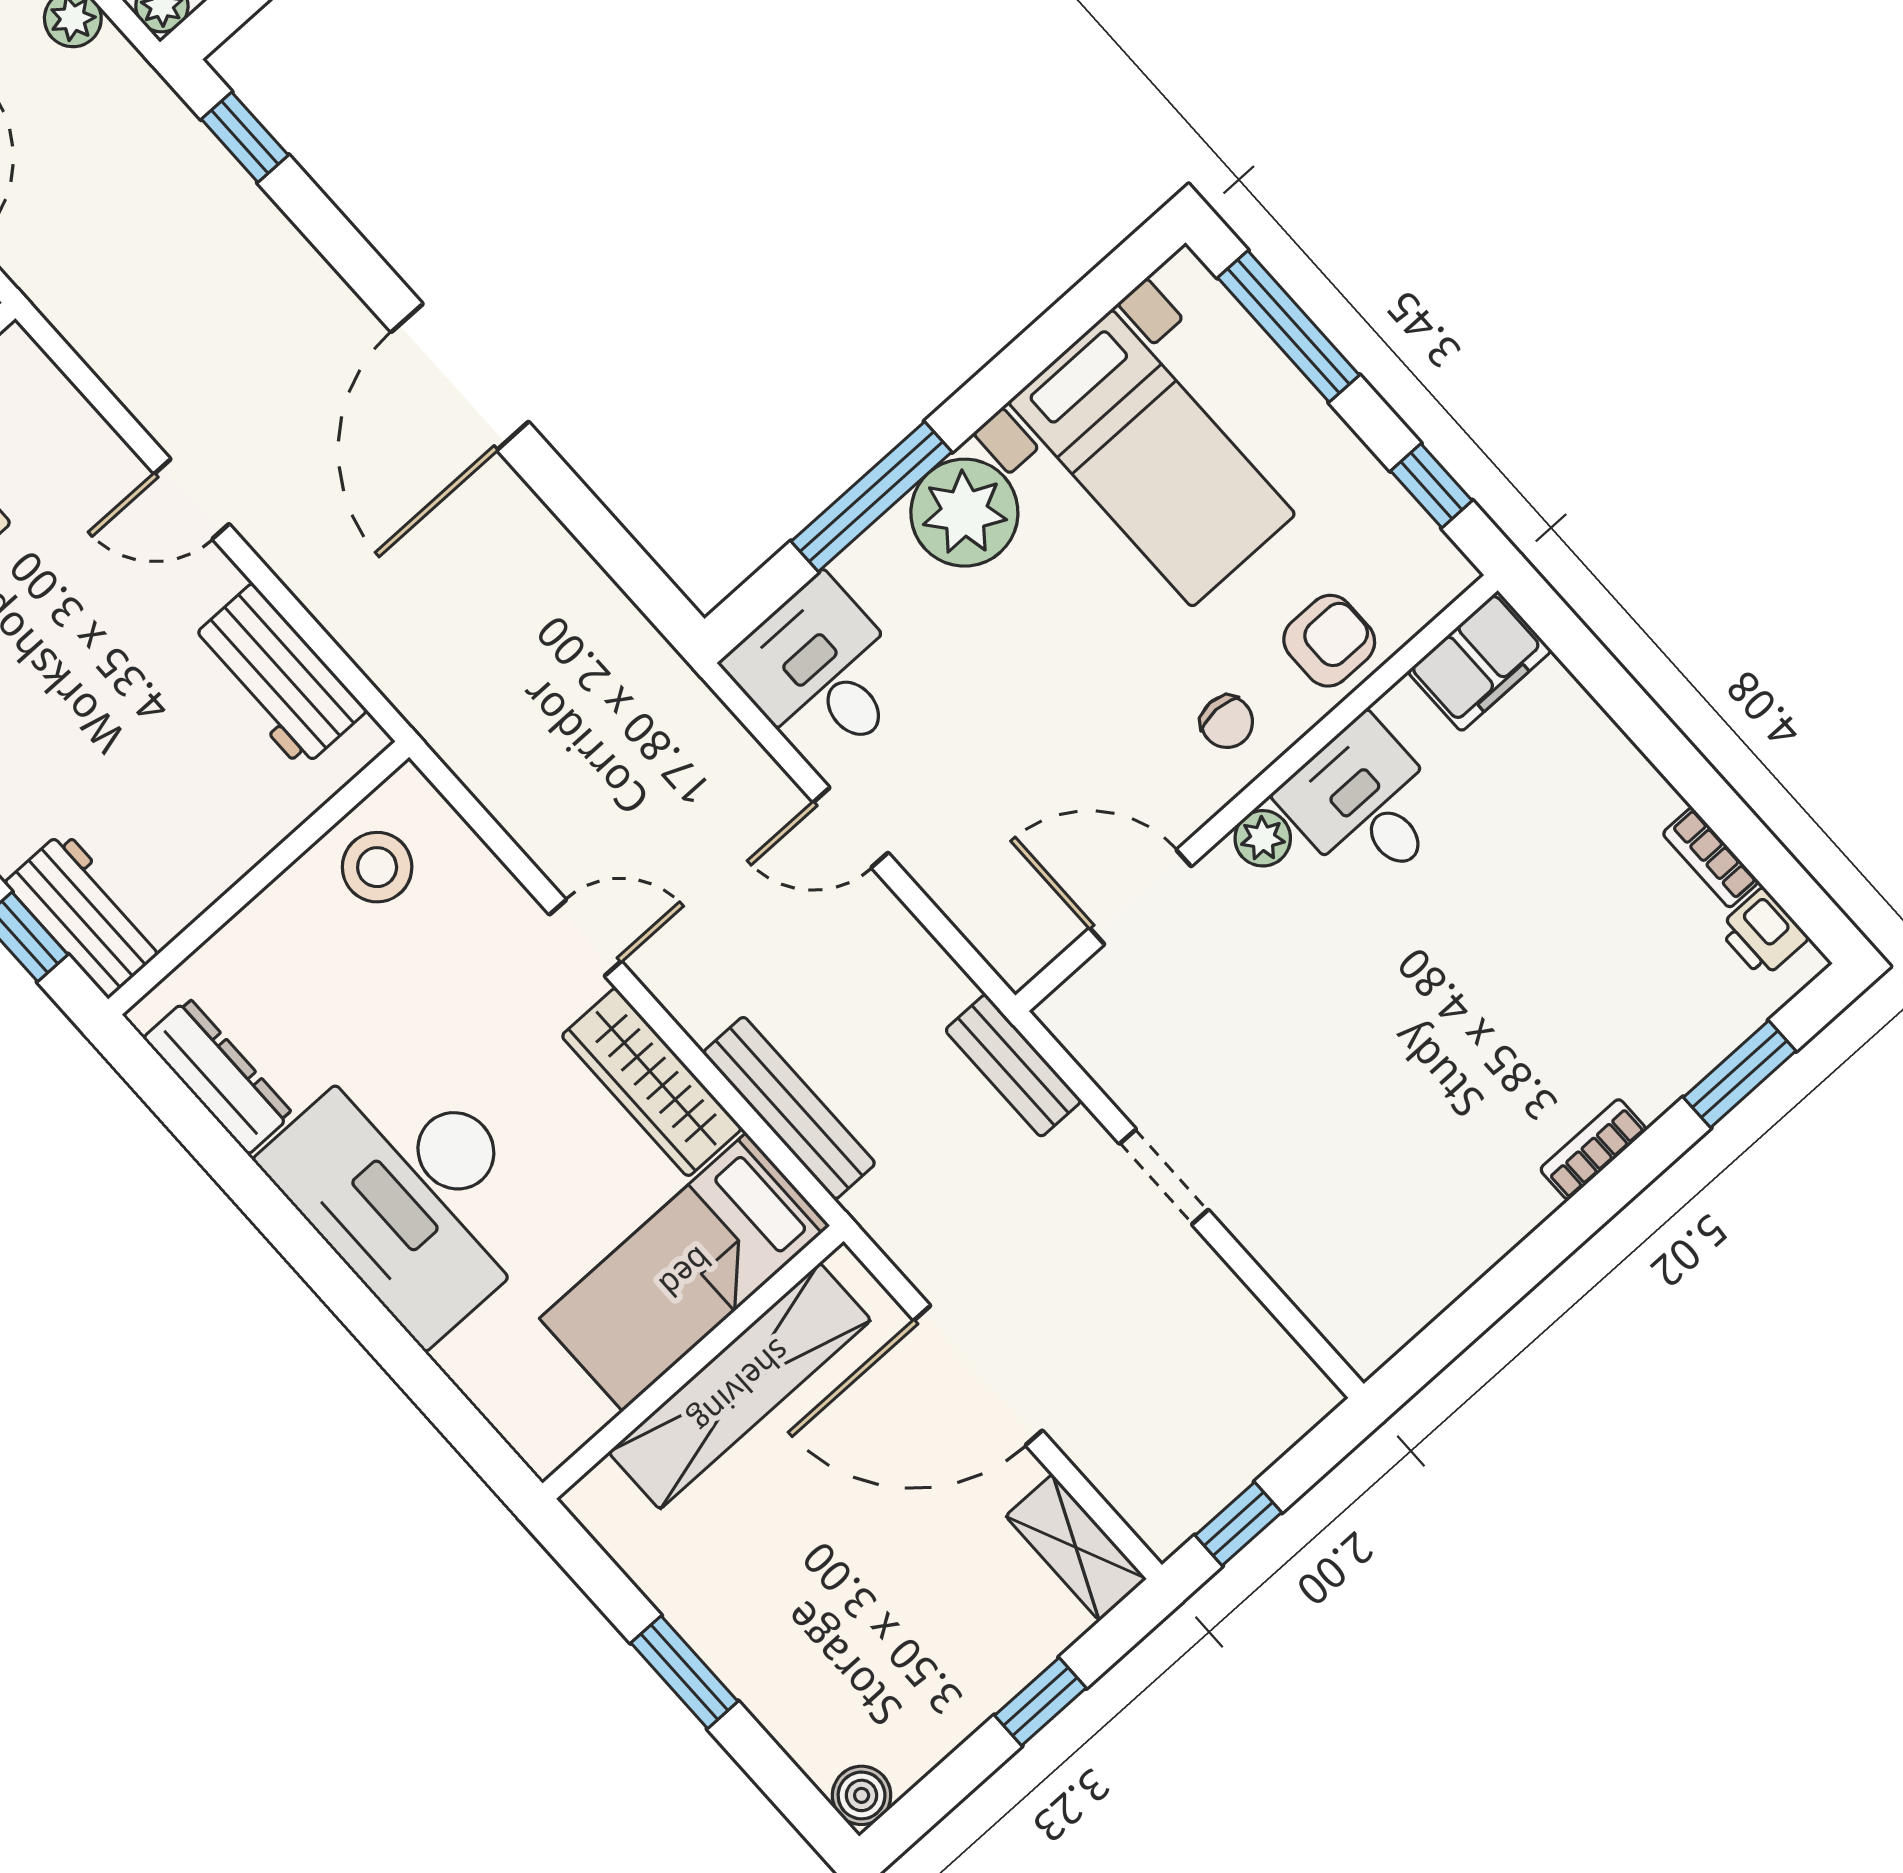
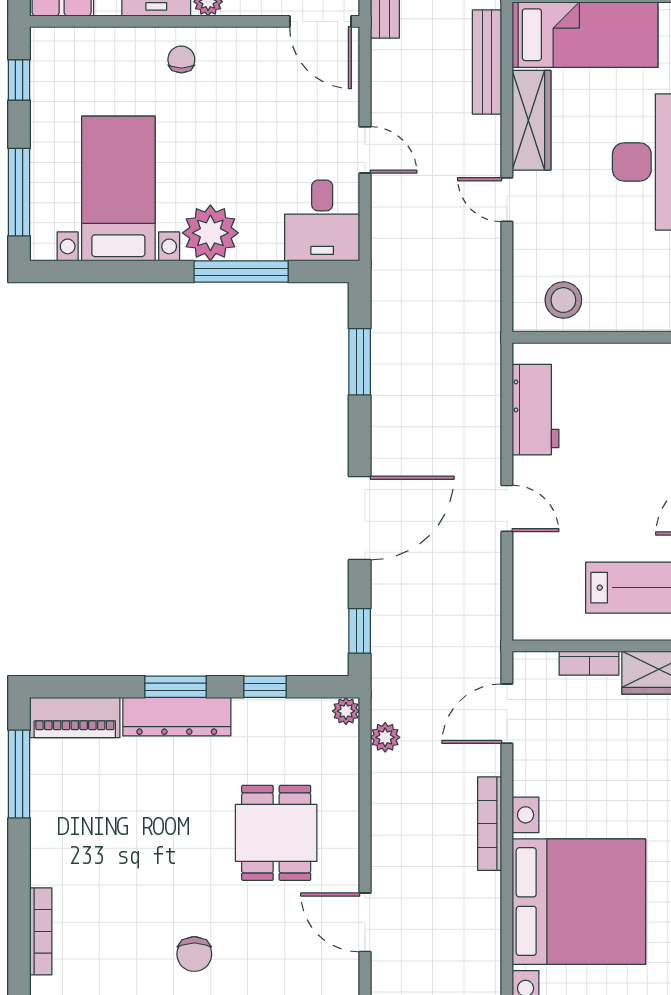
door: (460, 377) -> (360, 518), moved
window: (588, 520) -> (360, 362), added
armchair: (1329, 641) -> (113, 55), removed
door: (1140, 897) -> (320, 21), moved

